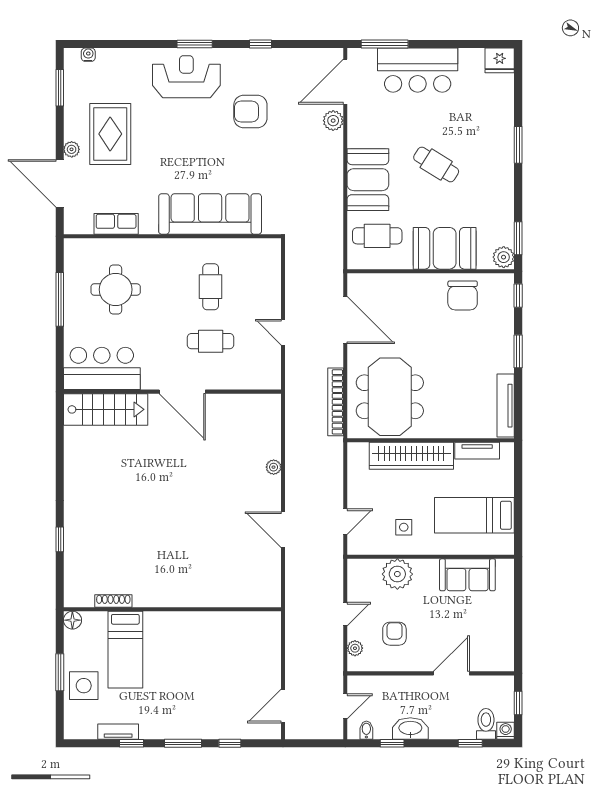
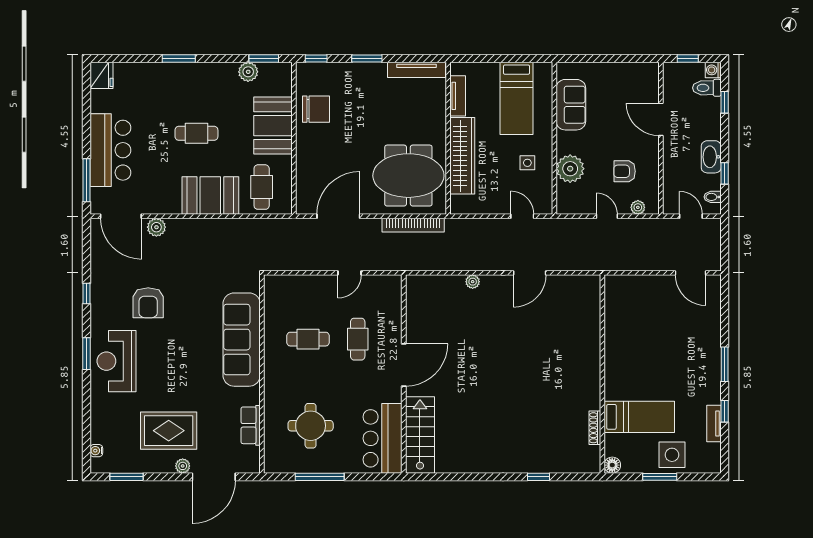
cafe table: (436, 164) -> (196, 133), turned 58
plant: (504, 257) -> (248, 72), moved
window: (230, 743) -> (725, 321), removed

